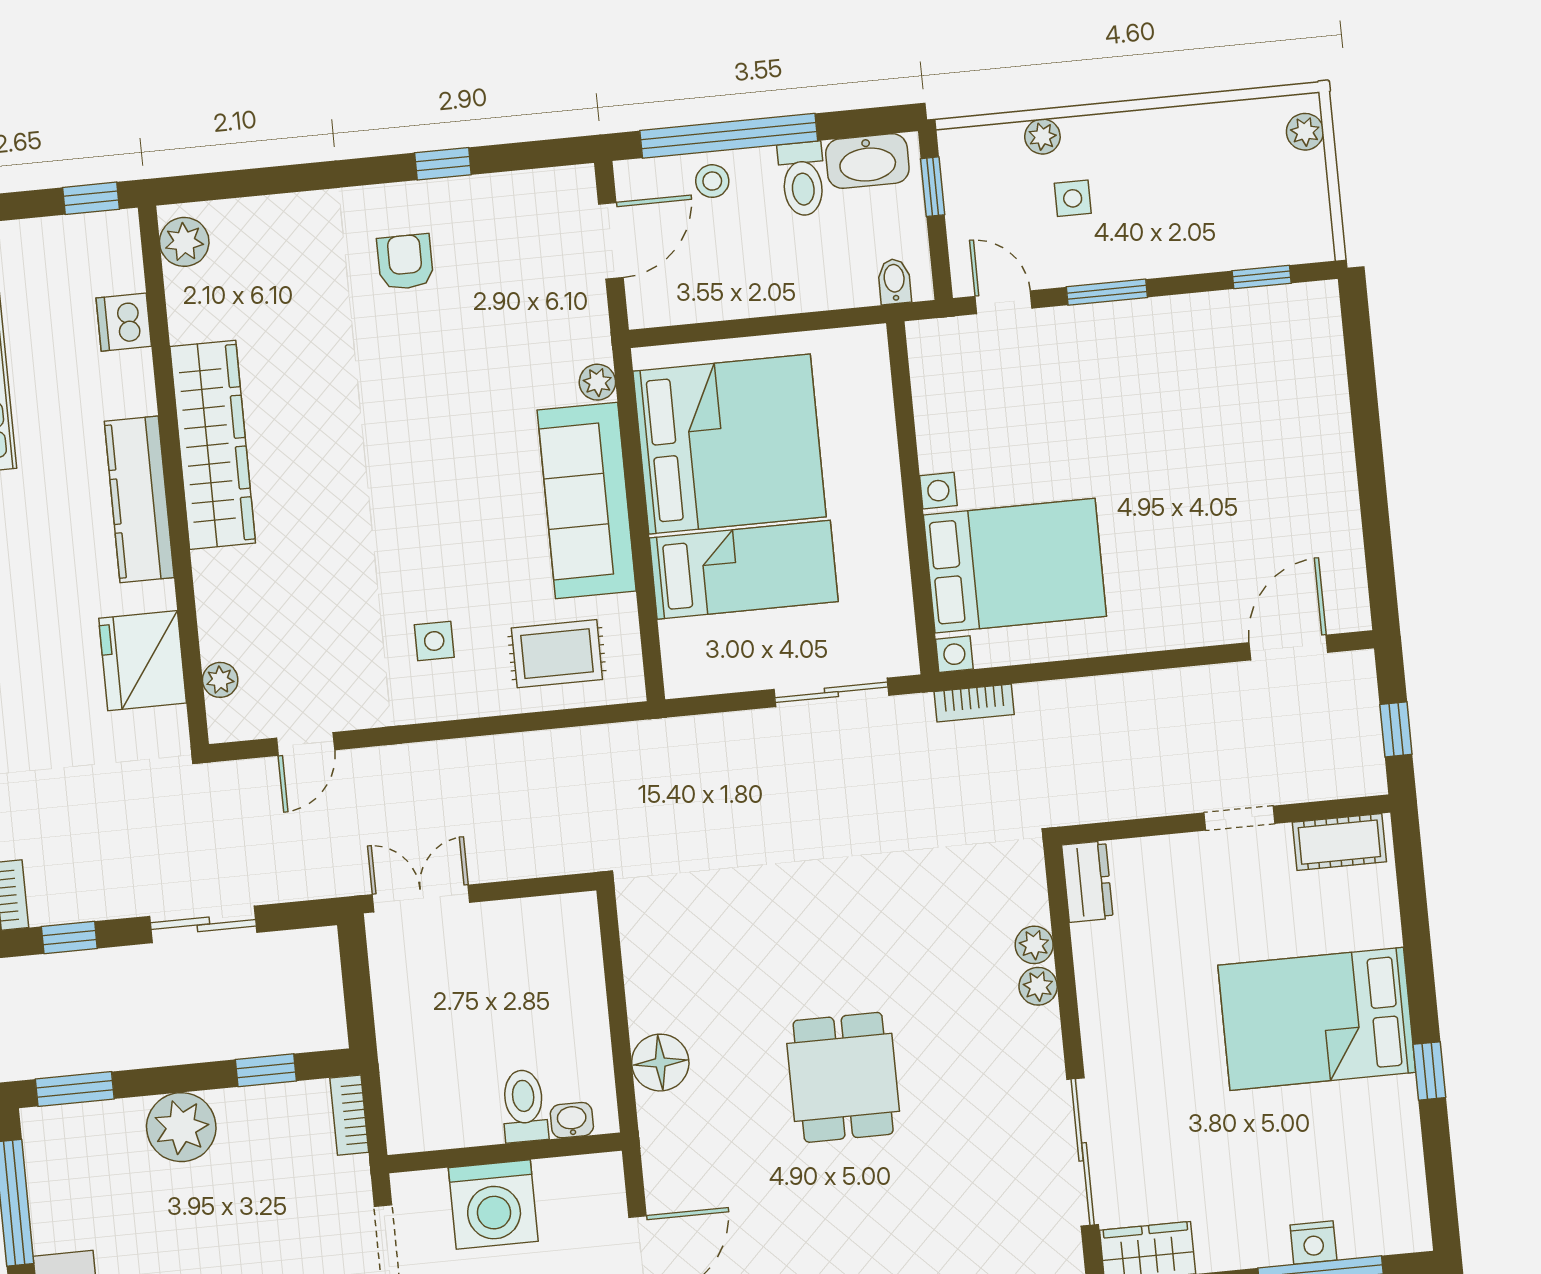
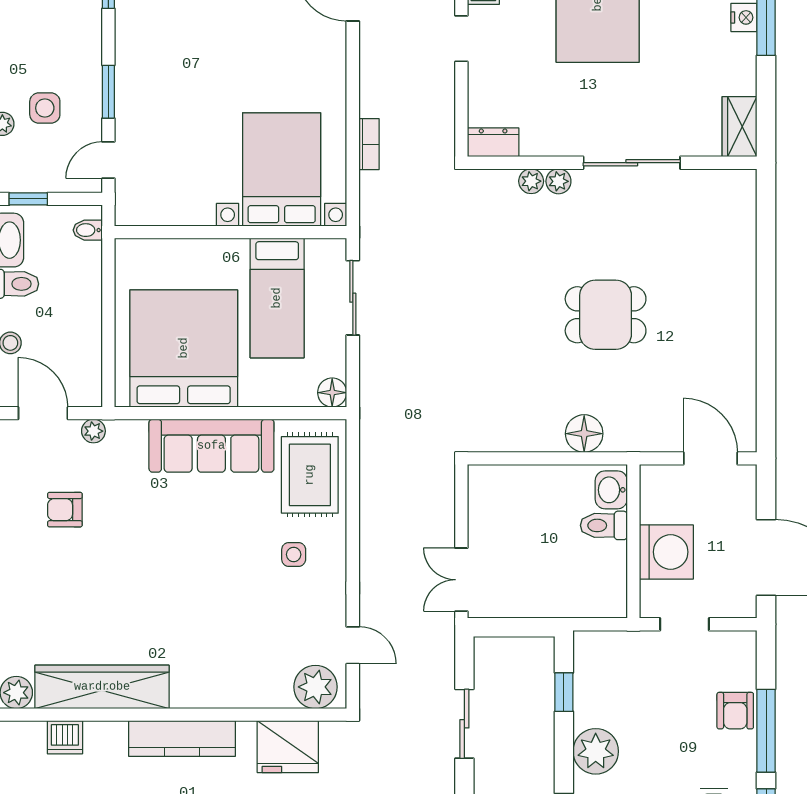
side table: (1073, 198) -> (45, 108), width x1.37, depth x1.37
armchair: (405, 262) -> (65, 510), moved
plant: (597, 382) -> (93, 431), moved
wardrobe: (213, 445) -> (102, 687), moved
bed: (744, 570) -> (277, 298), moved, turned 180
rug: (557, 654) -> (310, 475), width x1.36, depth x1.43
floor lamp: (685, 675) -> (332, 393), added
plant: (220, 680) -> (315, 687), width x1.88, depth x1.88
bookcase: (974, 703) -> (369, 144), moved
bookcase: (349, 1115) -> (599, 641), removed
washbasin: (572, 1120) -> (611, 490), width x1.38, depth x1.45
sliding door: (1083, 1152) -> (632, 163), moved

